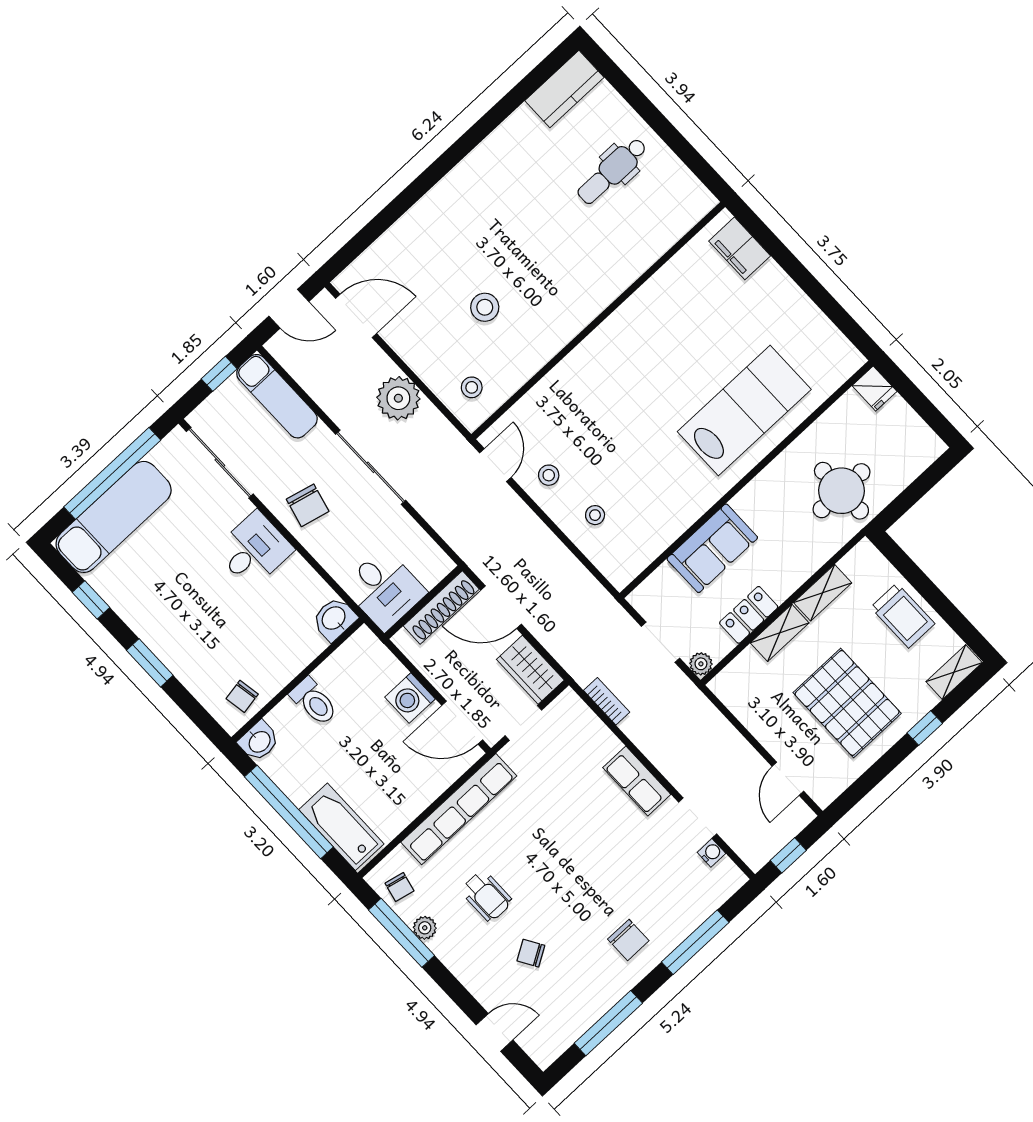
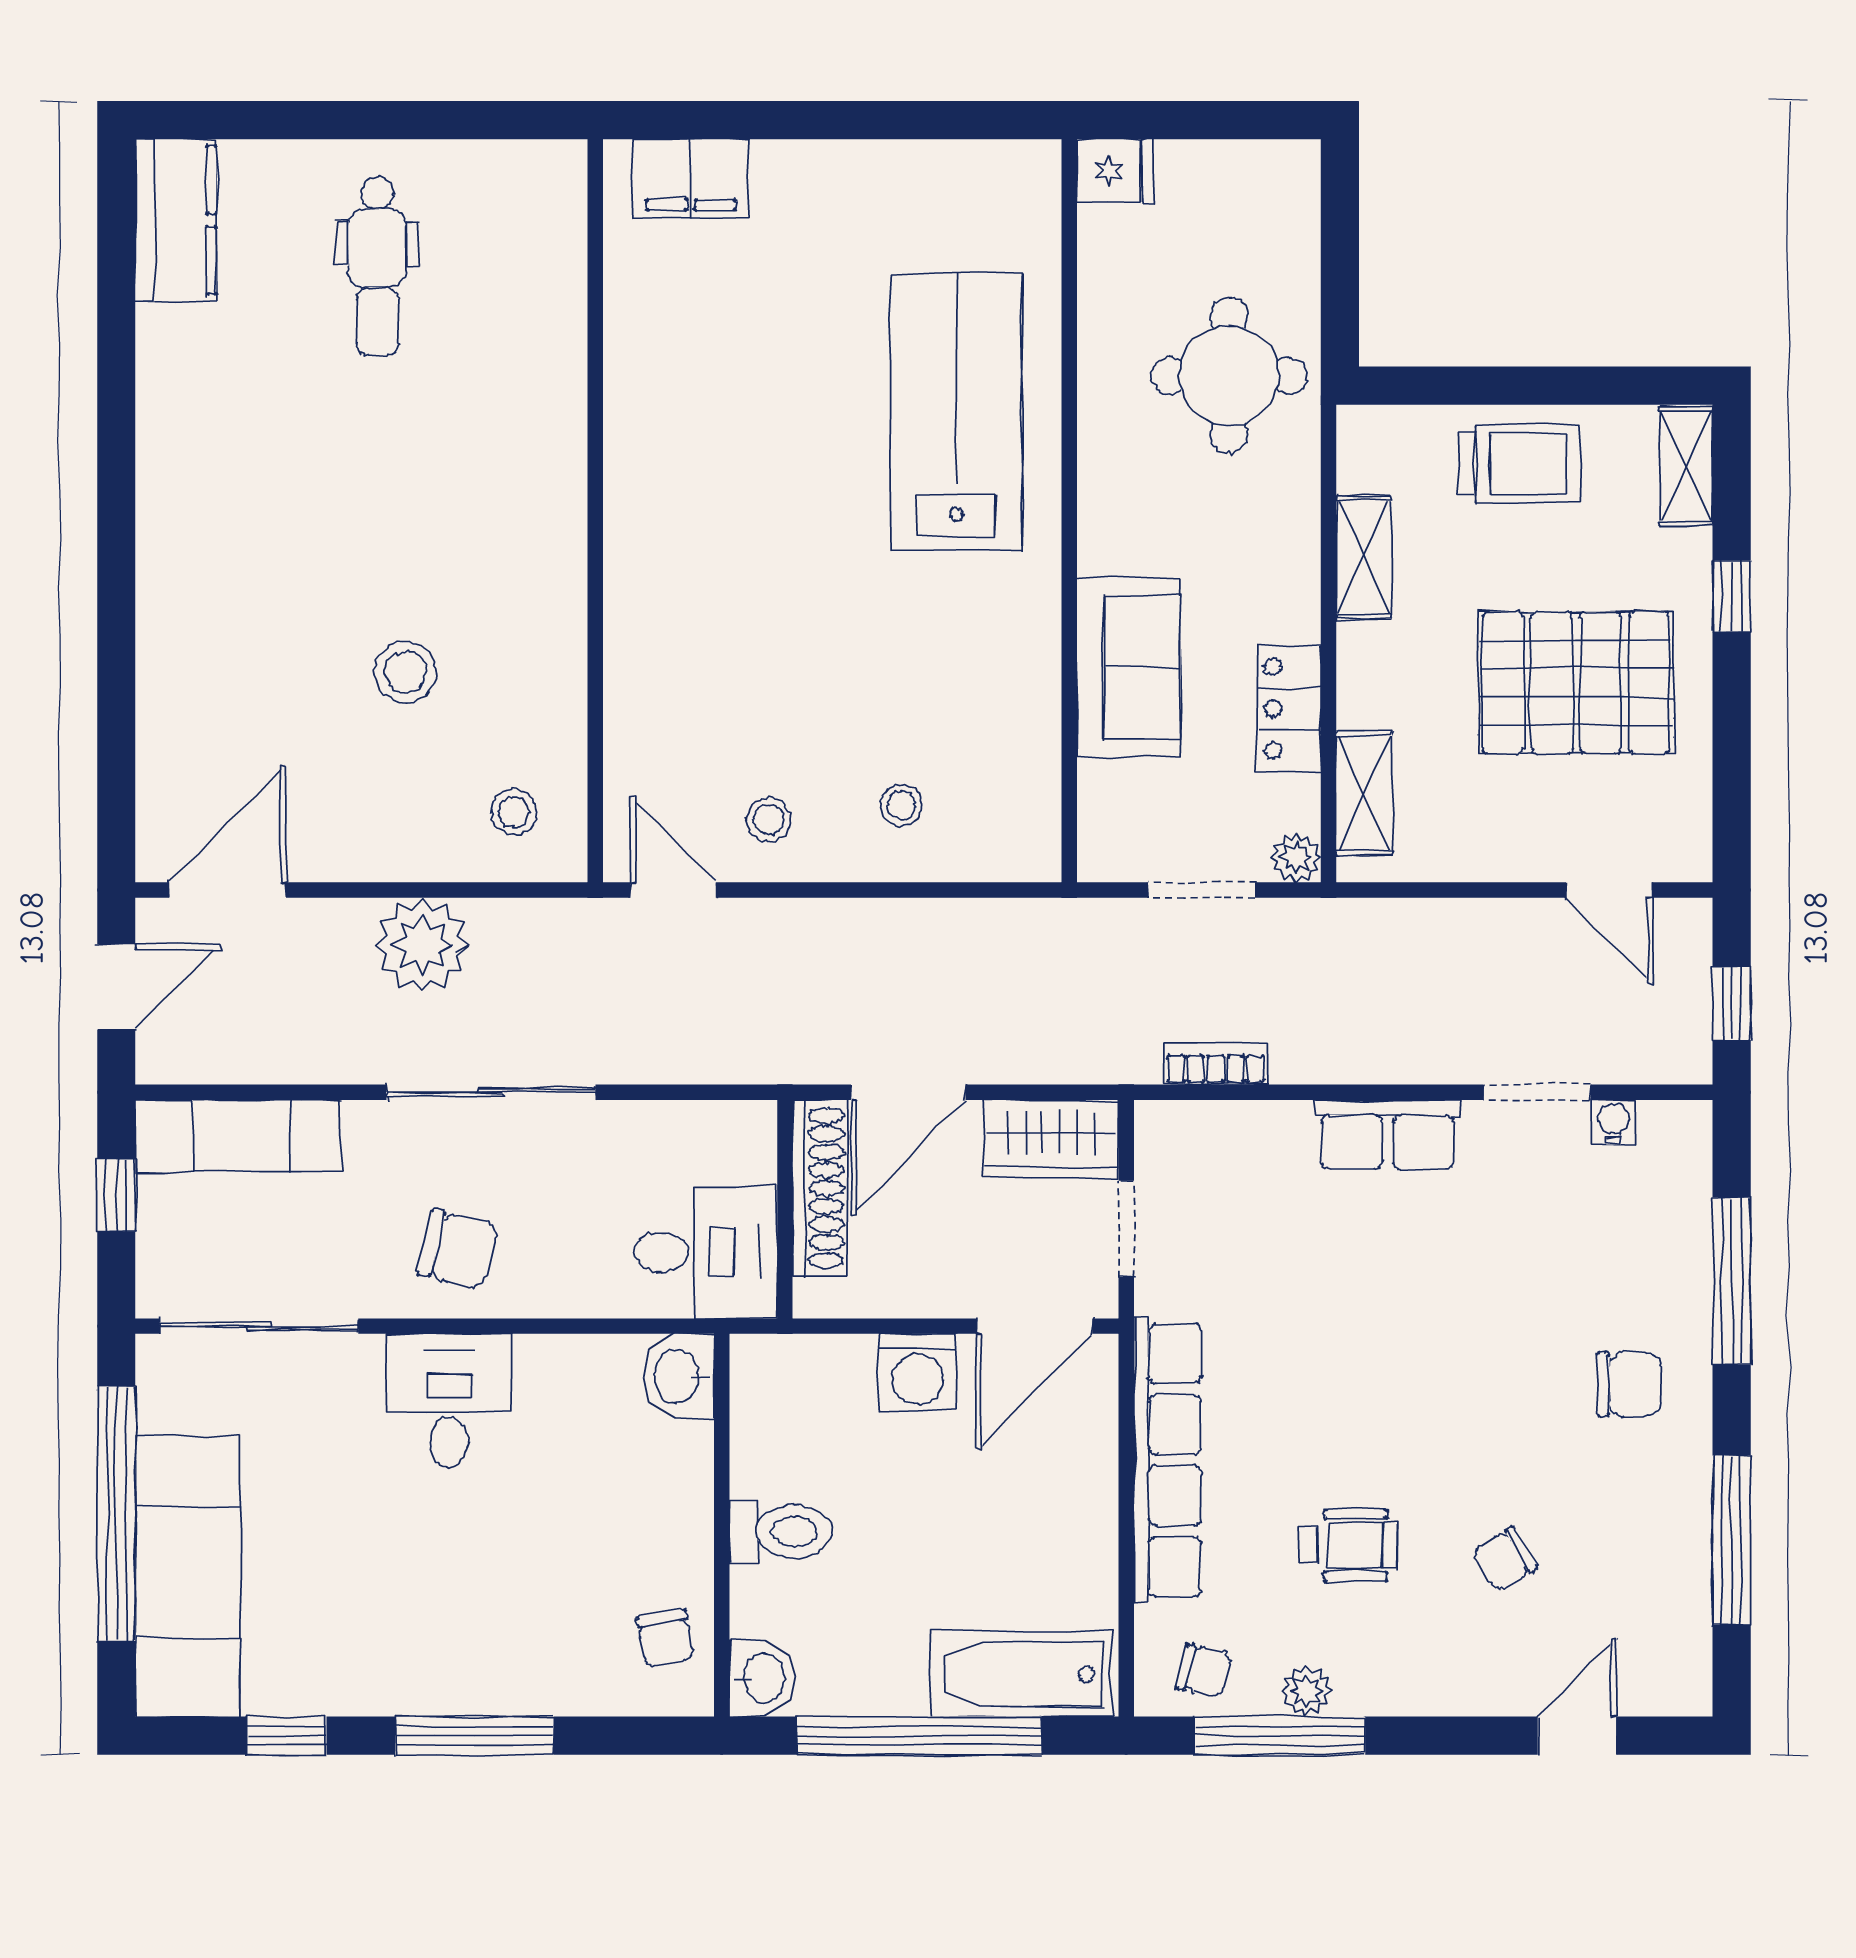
shelving: (780, 633) -> (1364, 793), moved
window: (150, 663) -> (474, 1736), width x1.44

